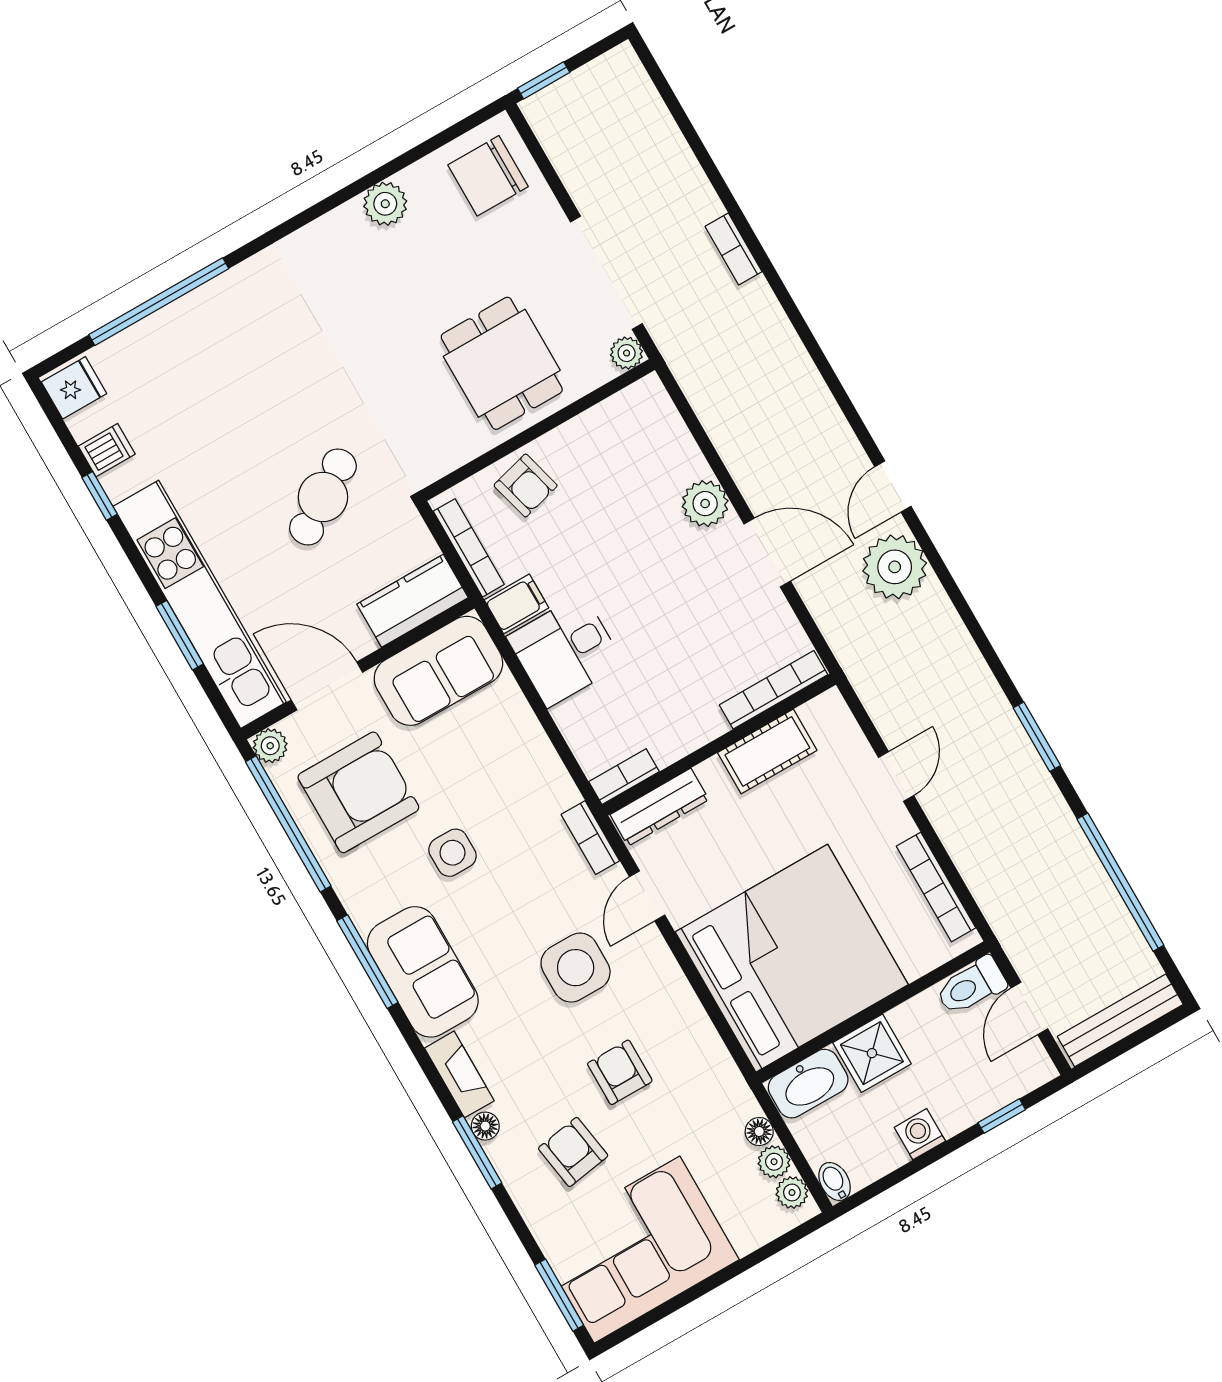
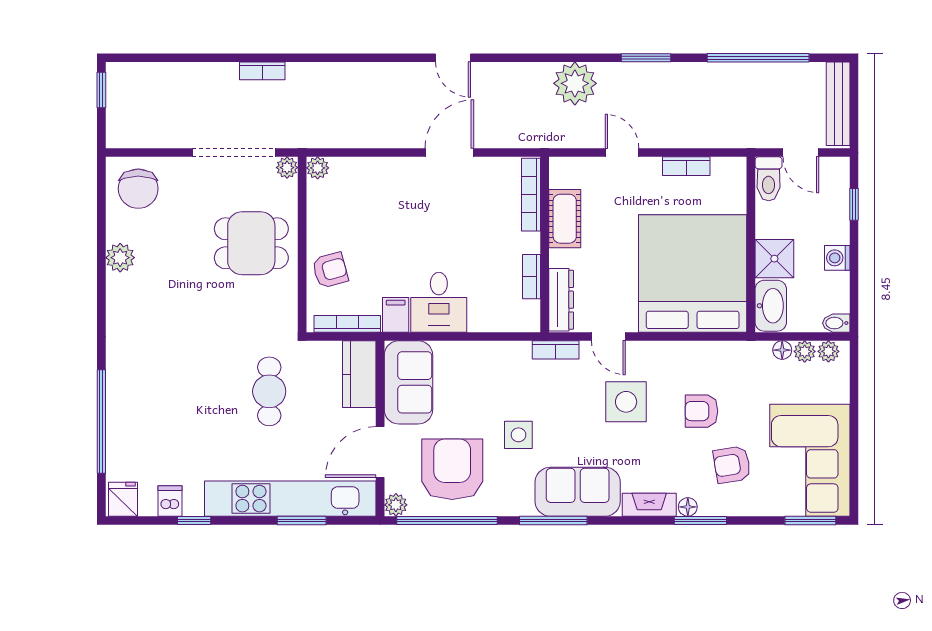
window: (544, 80) -> (101, 90), moved
cafe table: (323, 497) -> (269, 391), turned 33
plant: (705, 504) -> (318, 168), moved, width x0.73, depth x0.73
plant: (895, 567) -> (575, 83), moved
bookcase: (624, 777) -> (532, 277), moved
bookcase: (936, 887) -> (686, 166), width x0.64

